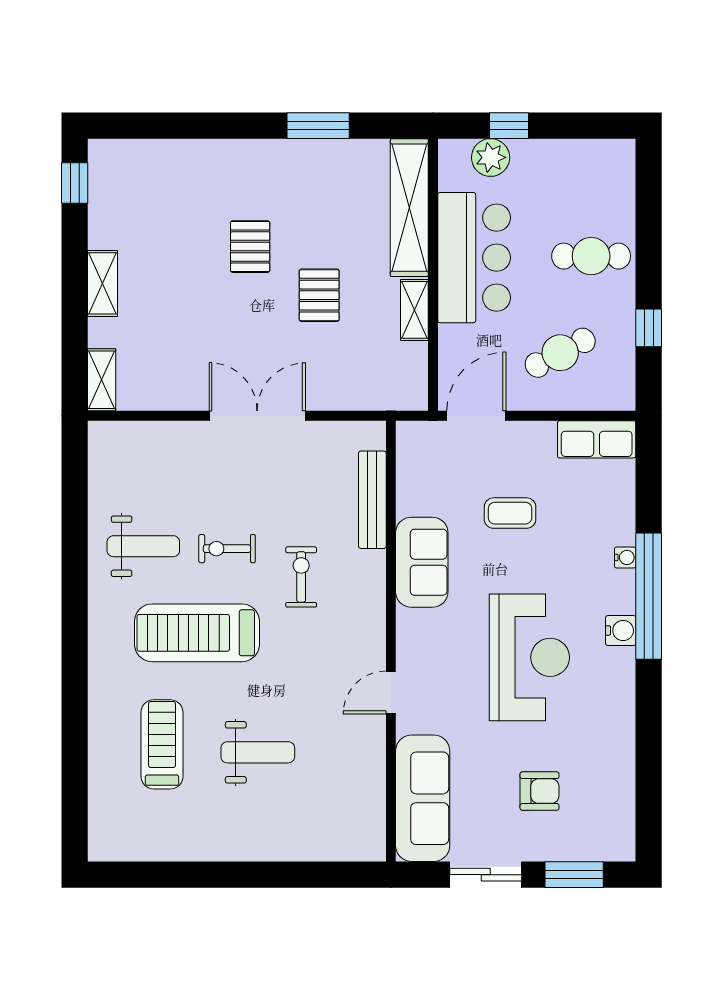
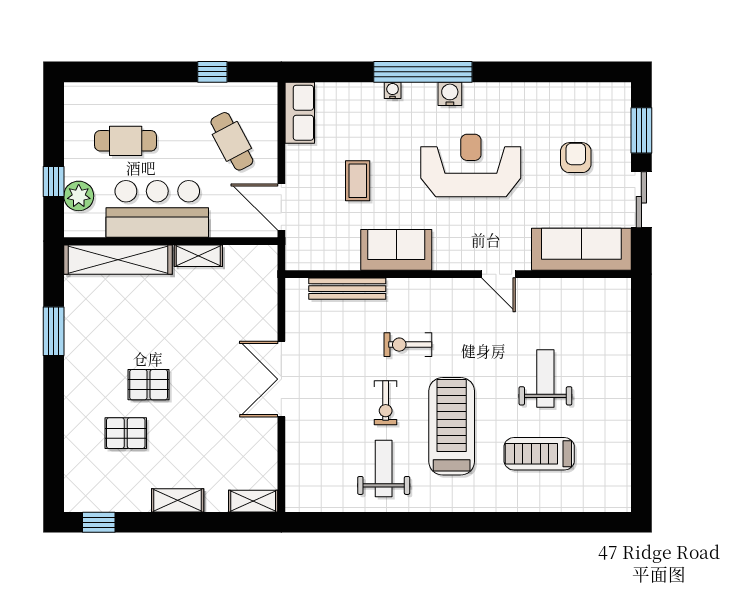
cafe table: (591, 256) -> (126, 141), moved, turned 90
pallet: (319, 295) -> (126, 433), moved
treadmill: (197, 633) -> (452, 426), turned 180

